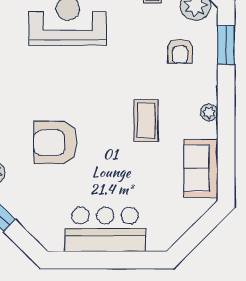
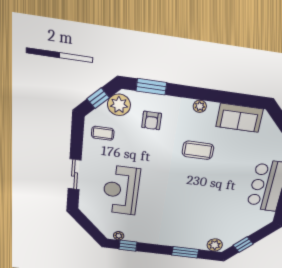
armchair: (180, 51) -> (152, 121), turned 90
armchair: (55, 143) -> (202, 208), removed

